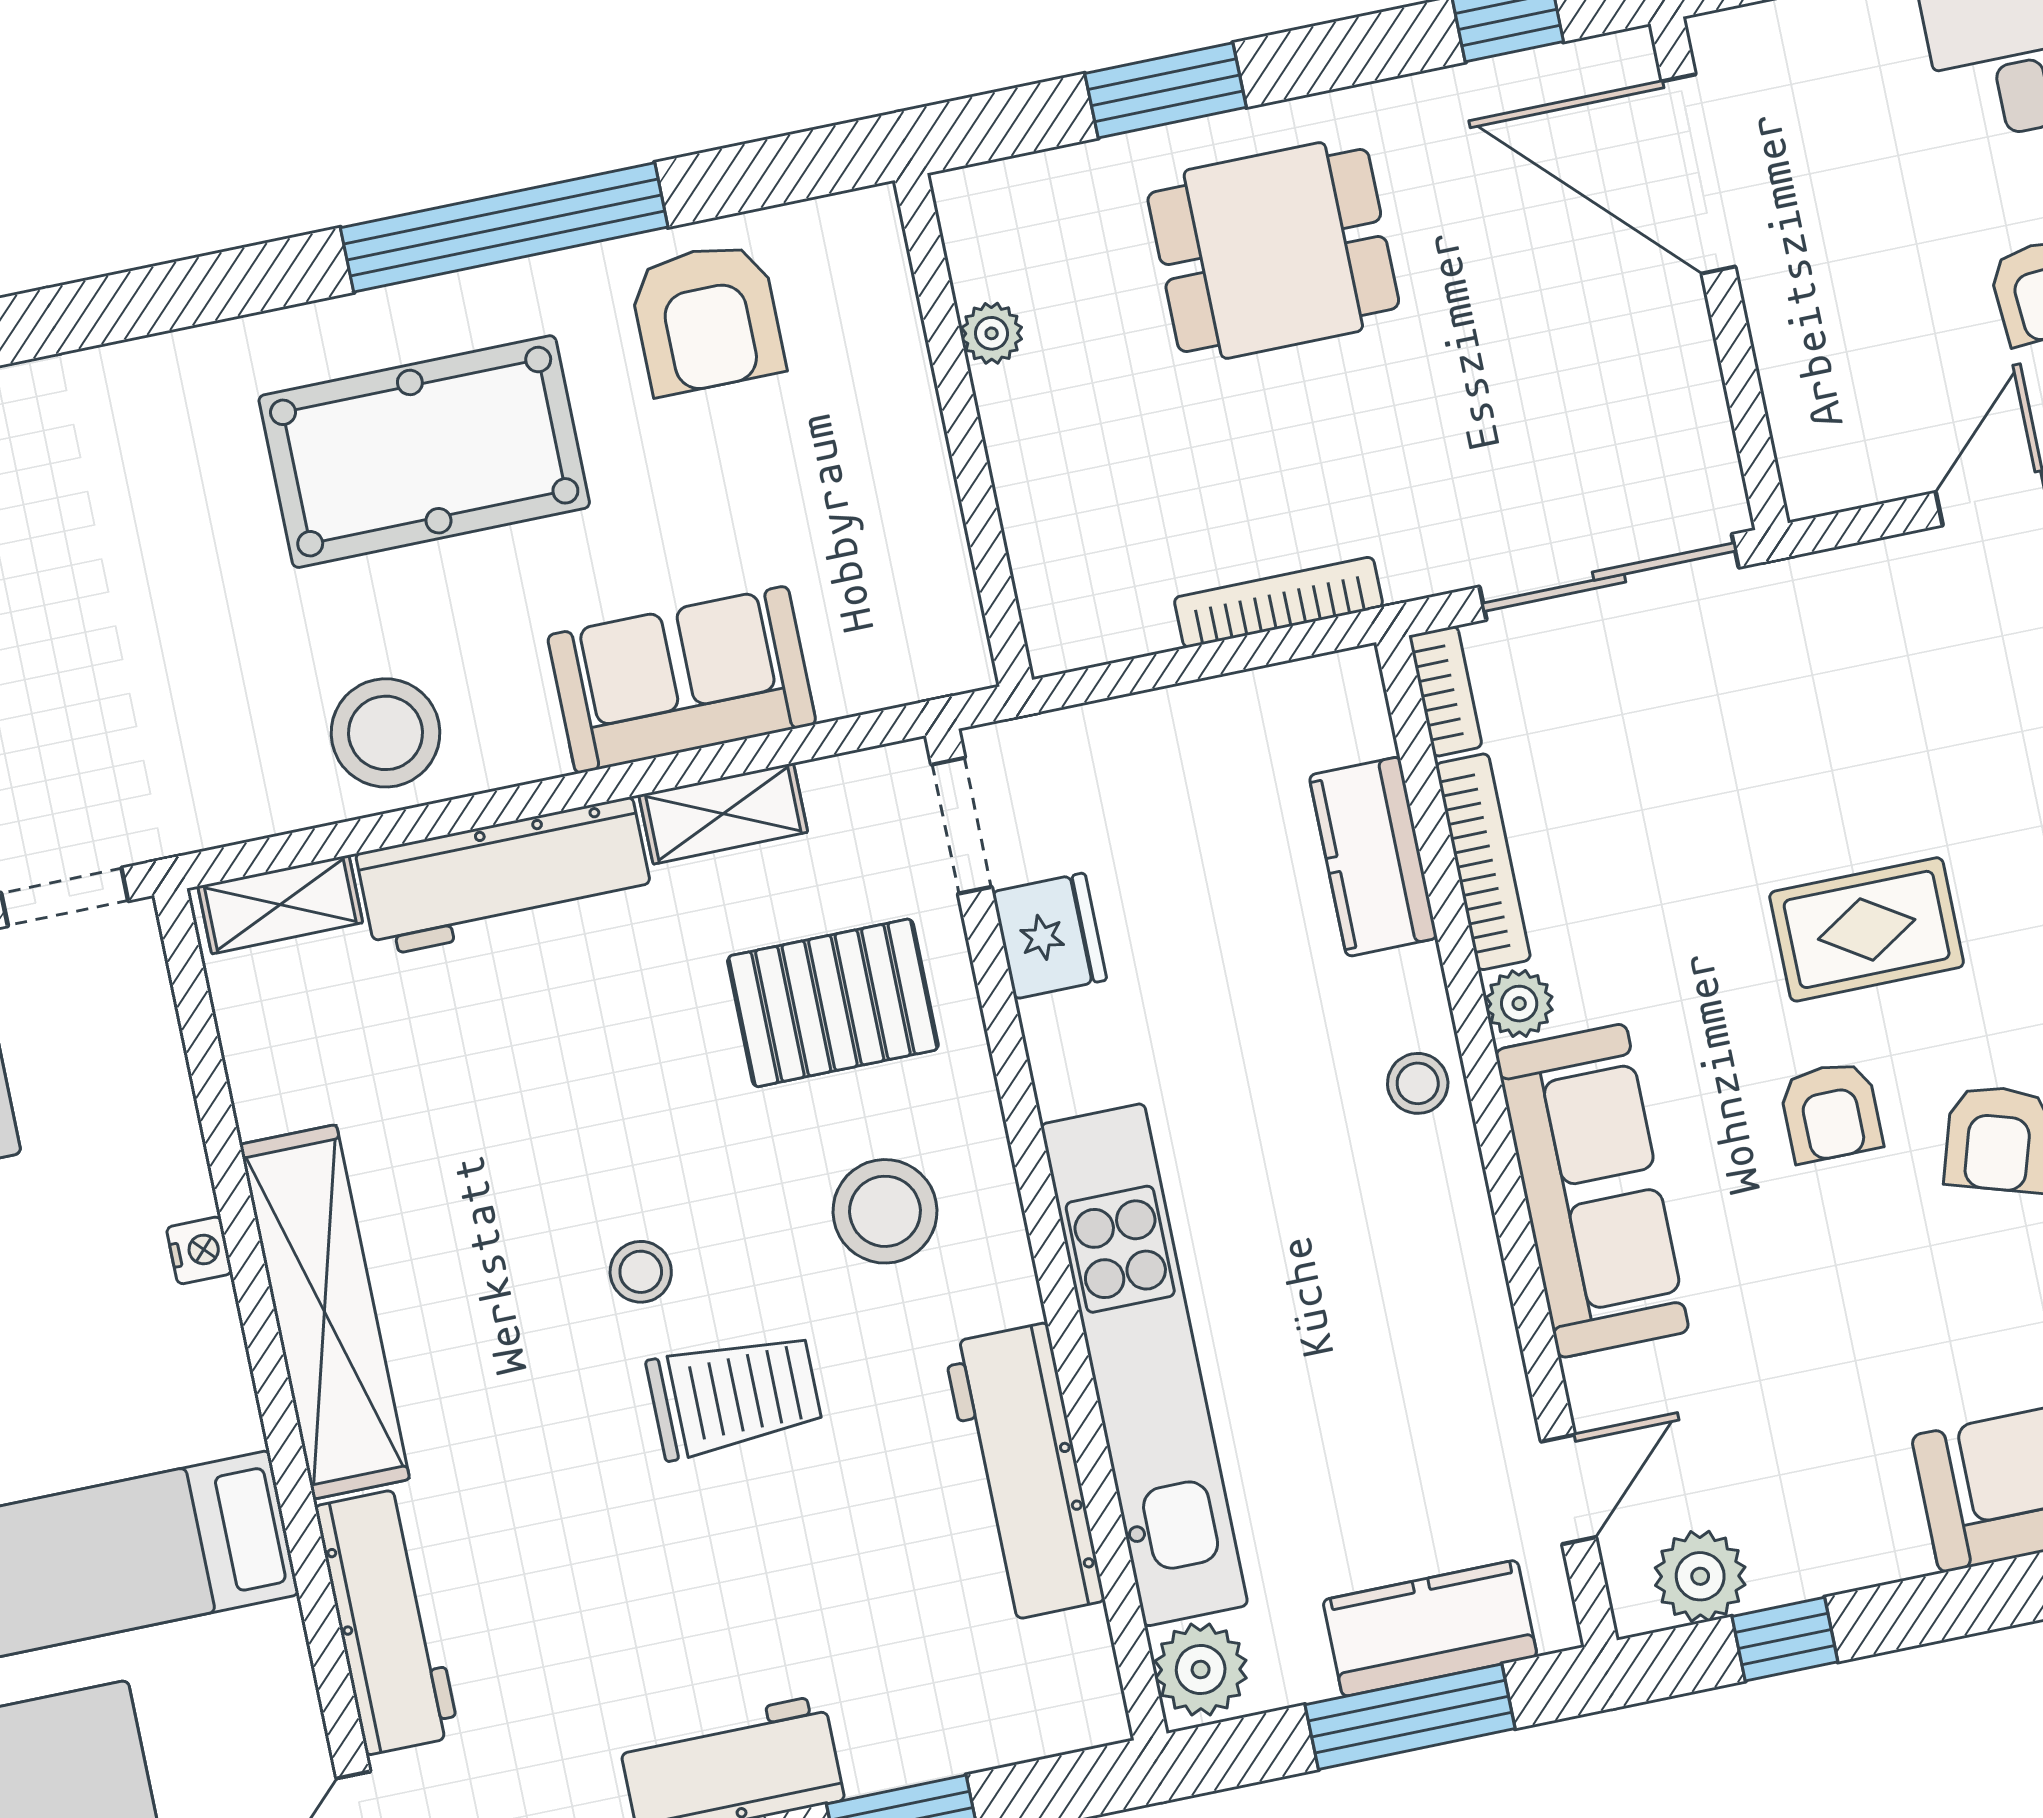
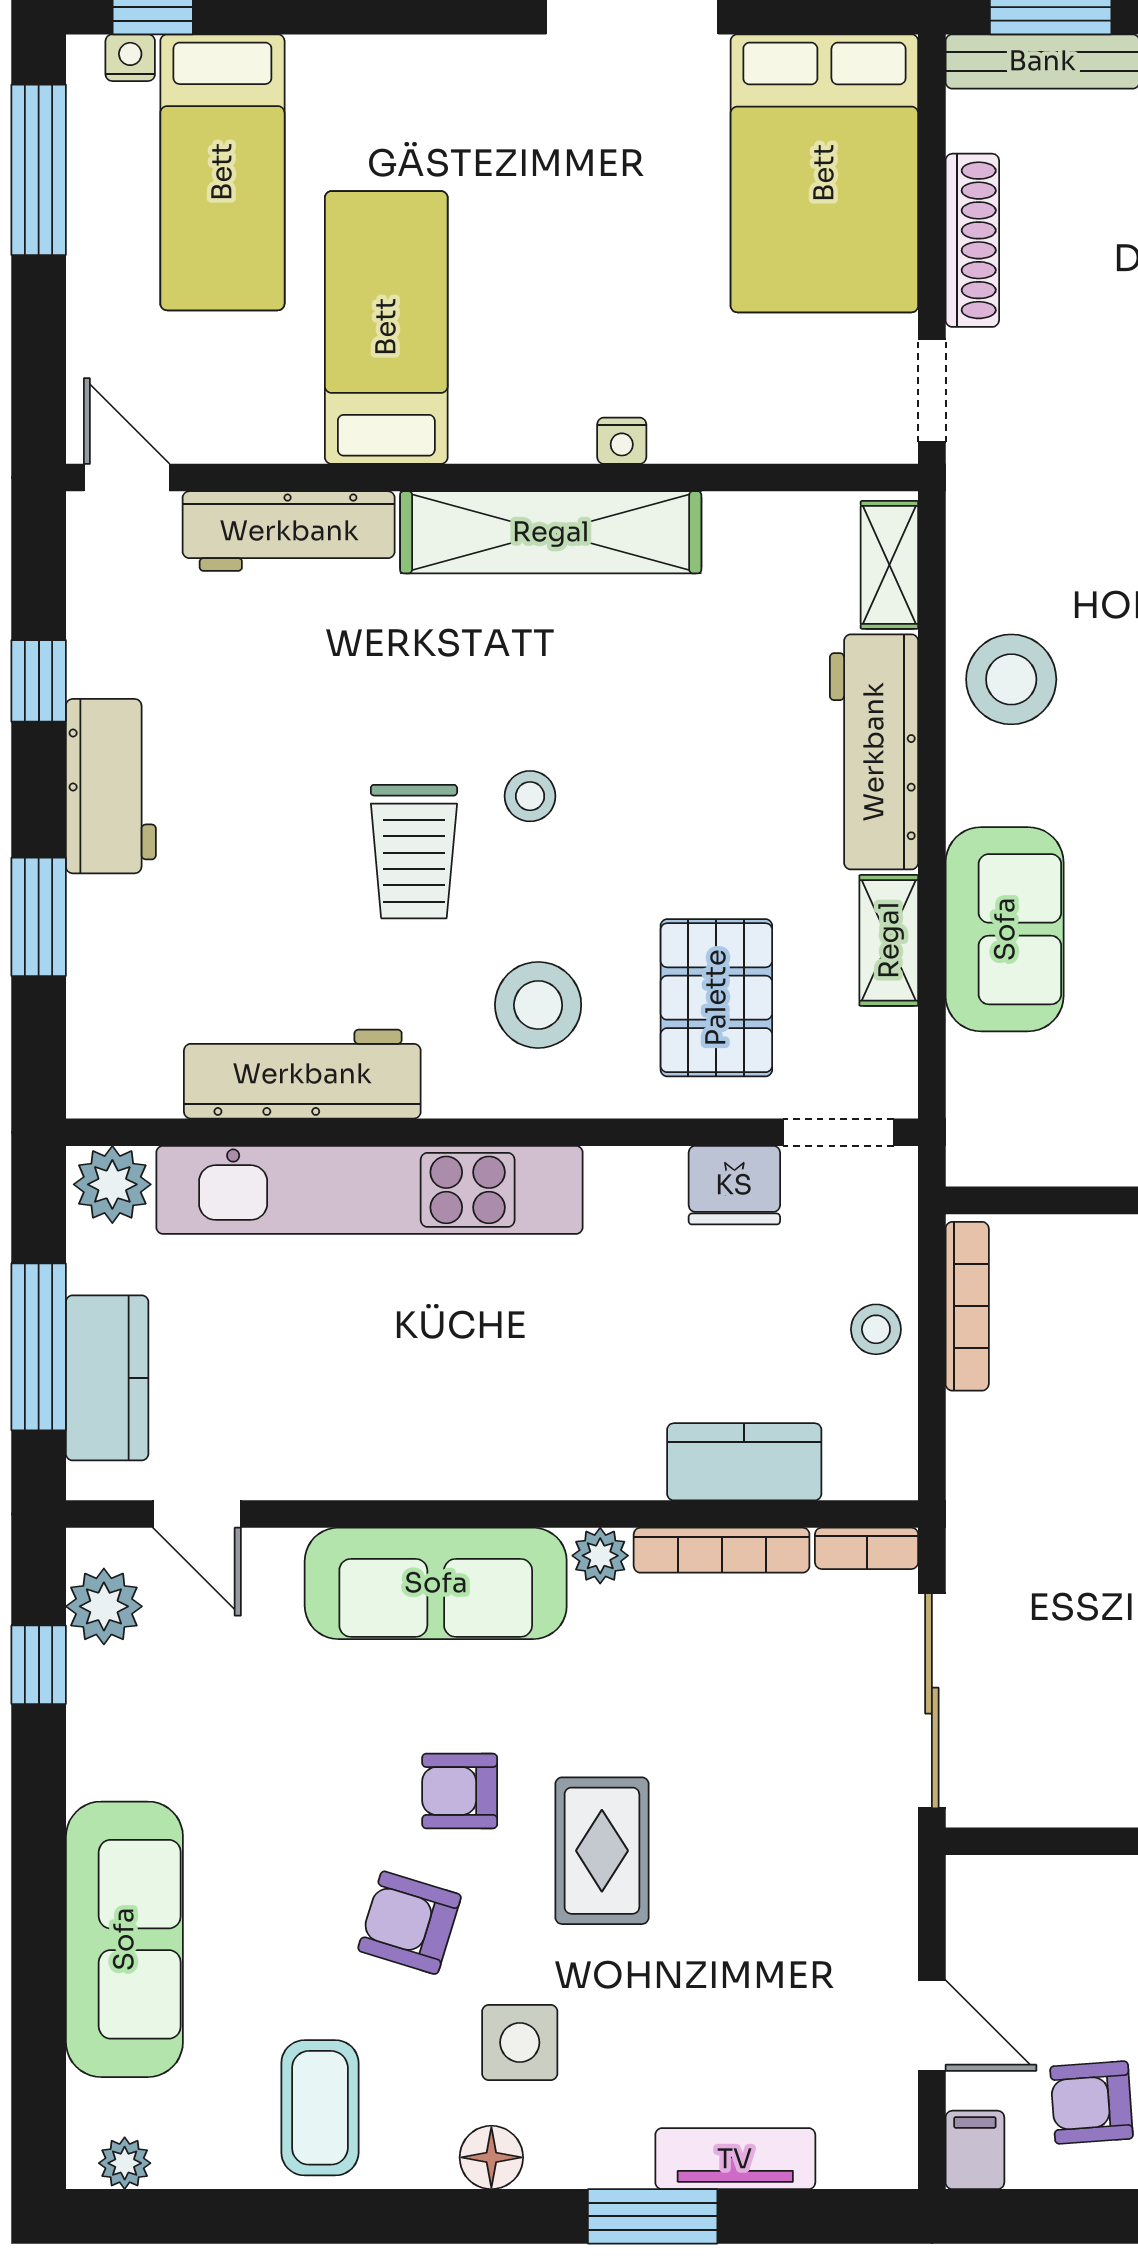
bookcase: (1278, 602) -> (967, 1306), moved
stool: (1418, 1083) -> (876, 1329), moved

